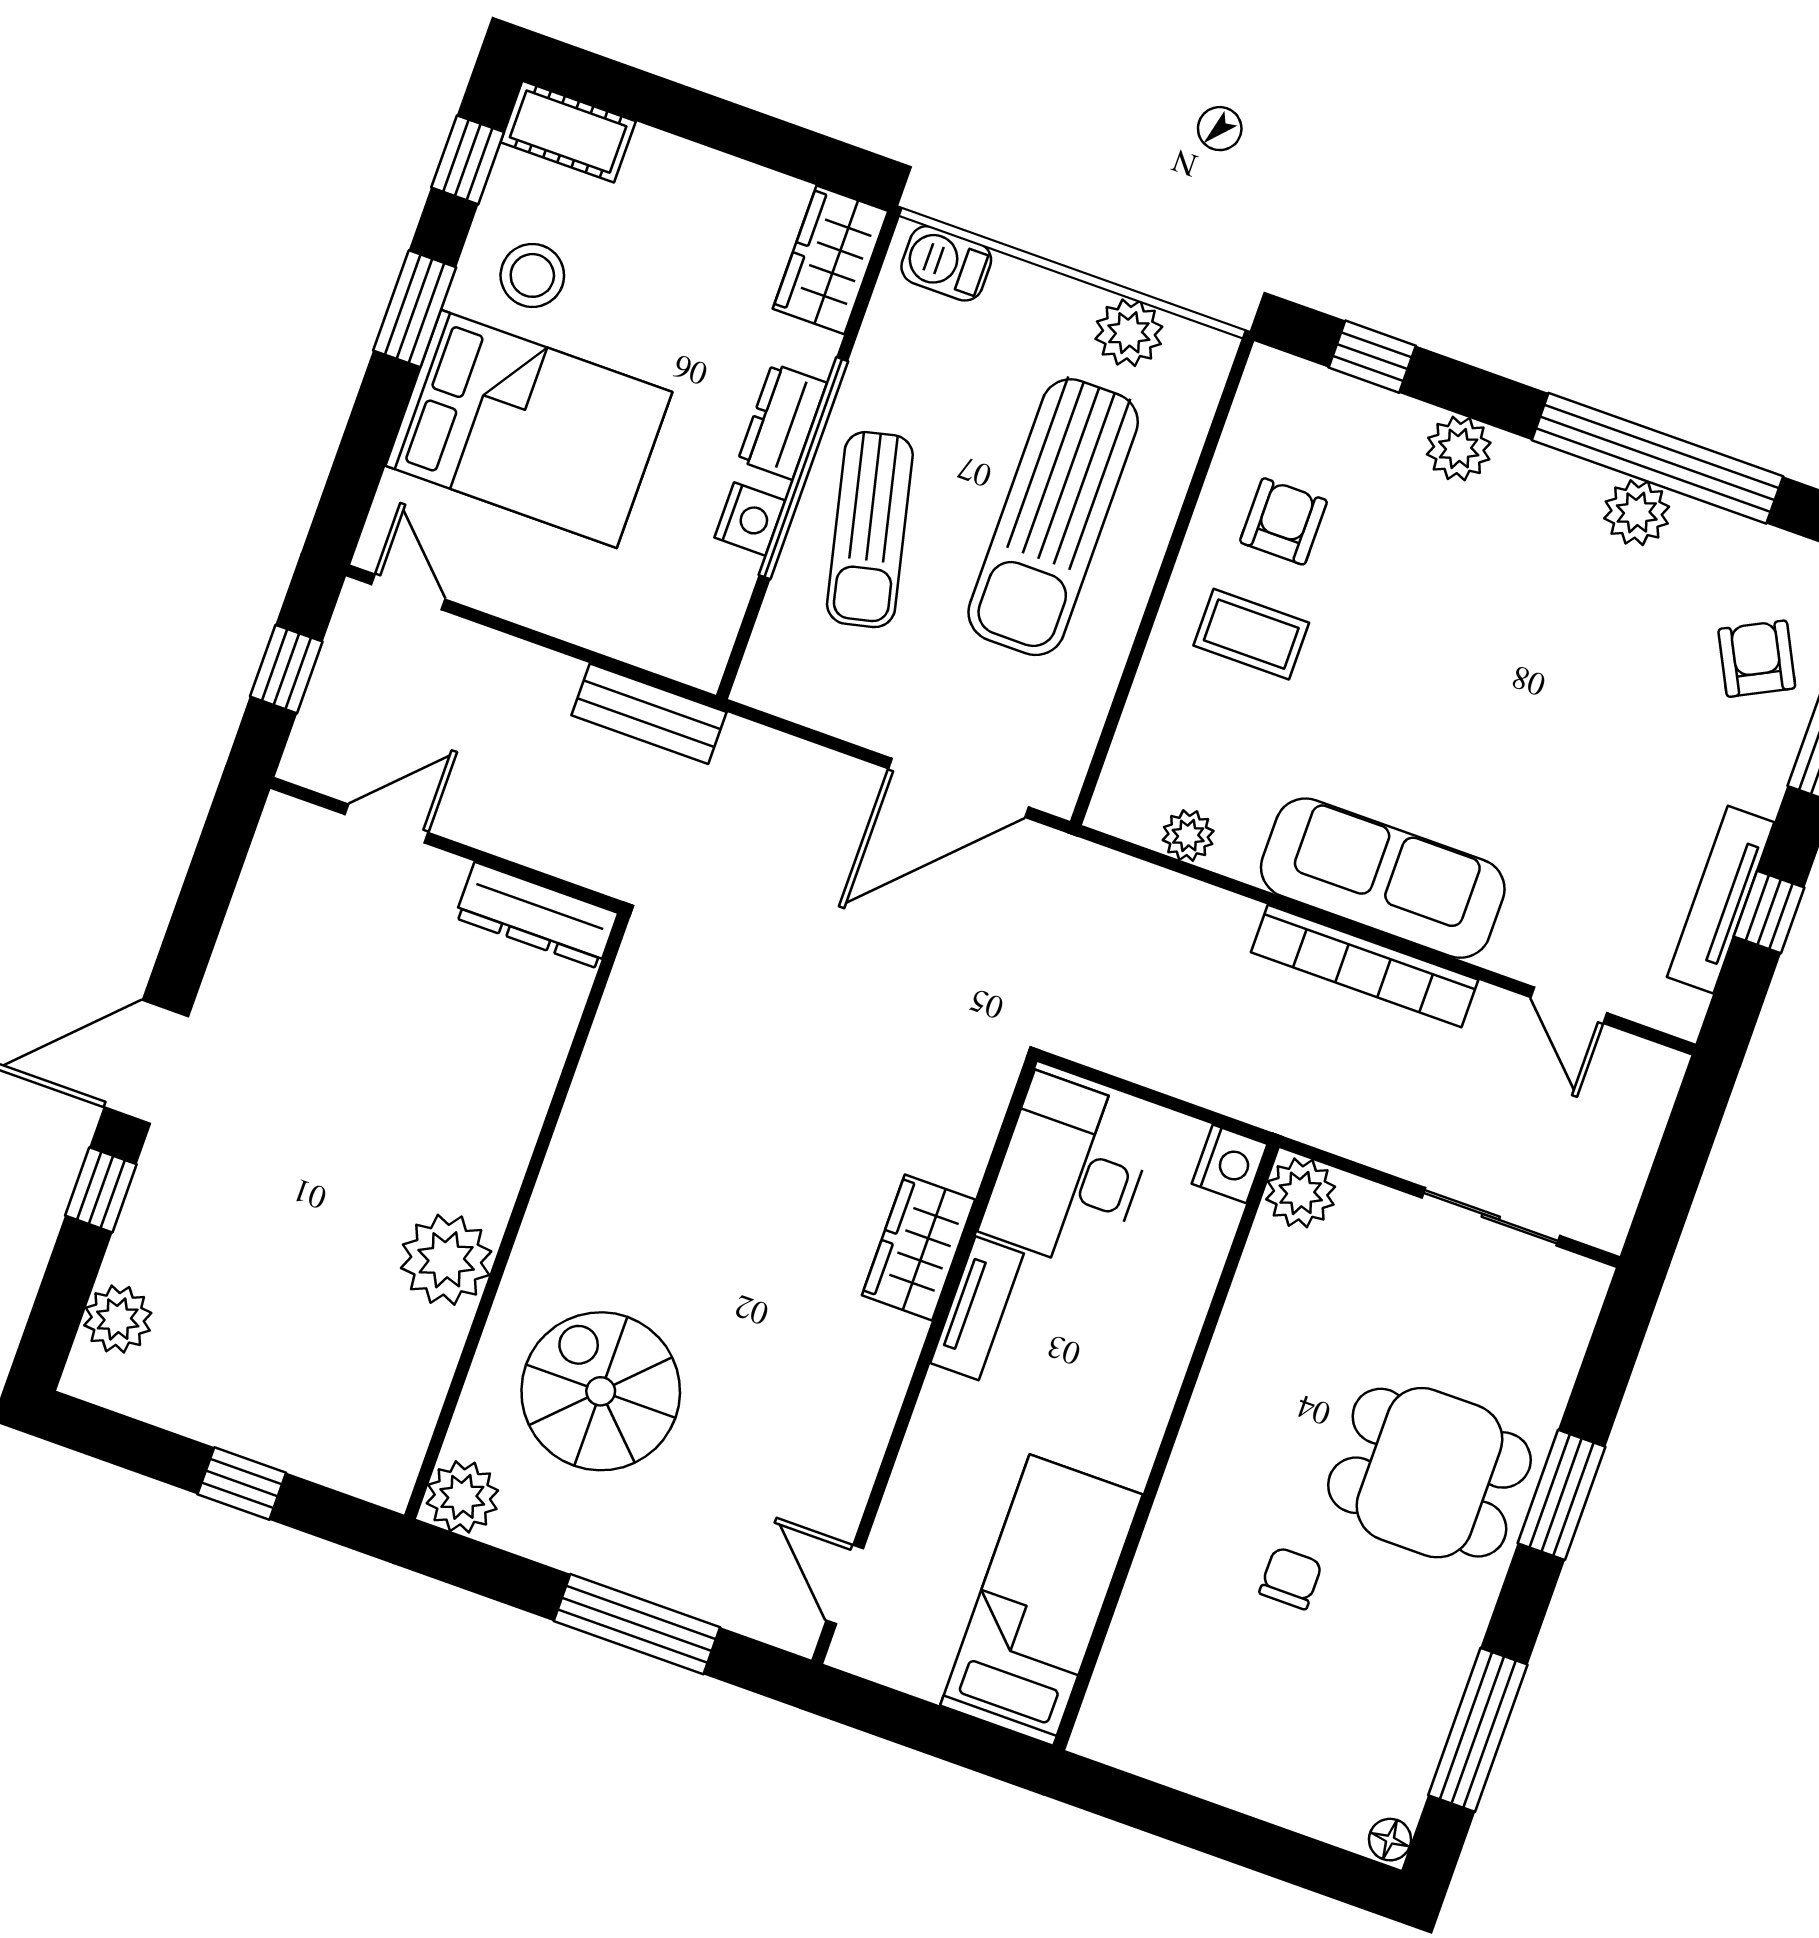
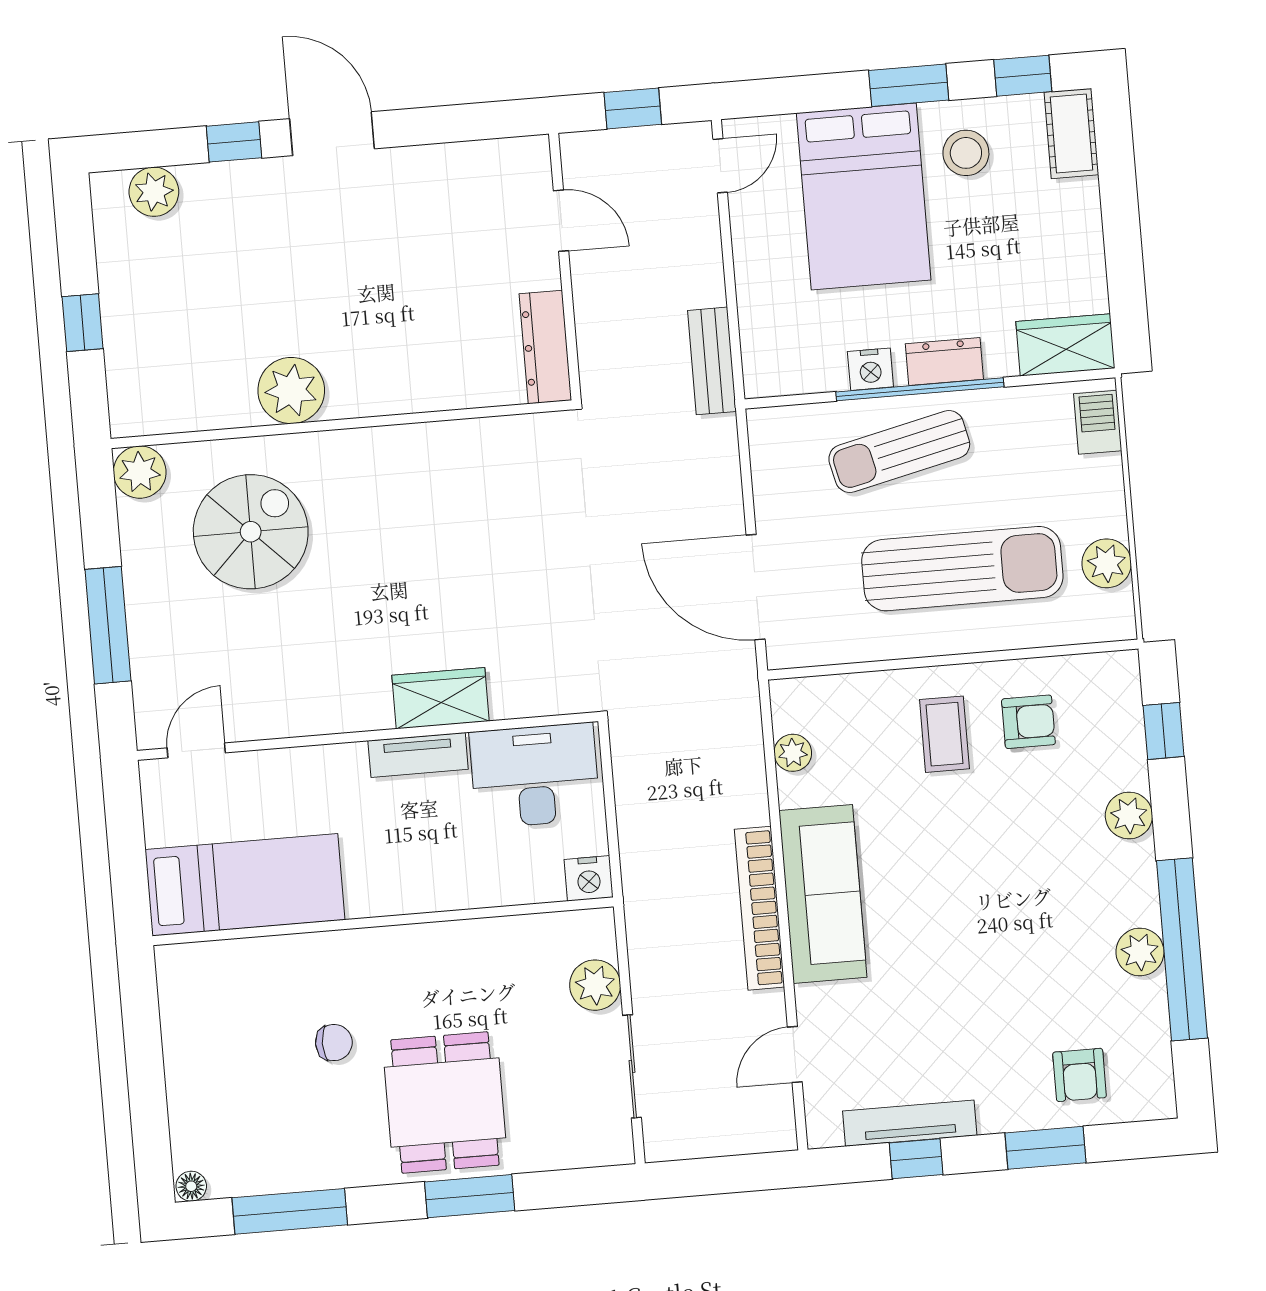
sun lounger: (1053, 517) -> (962, 569), turned 180
armchair: (1757, 659) -> (1080, 1075), turned 117
plant: (1301, 1193) -> (595, 985), moved

